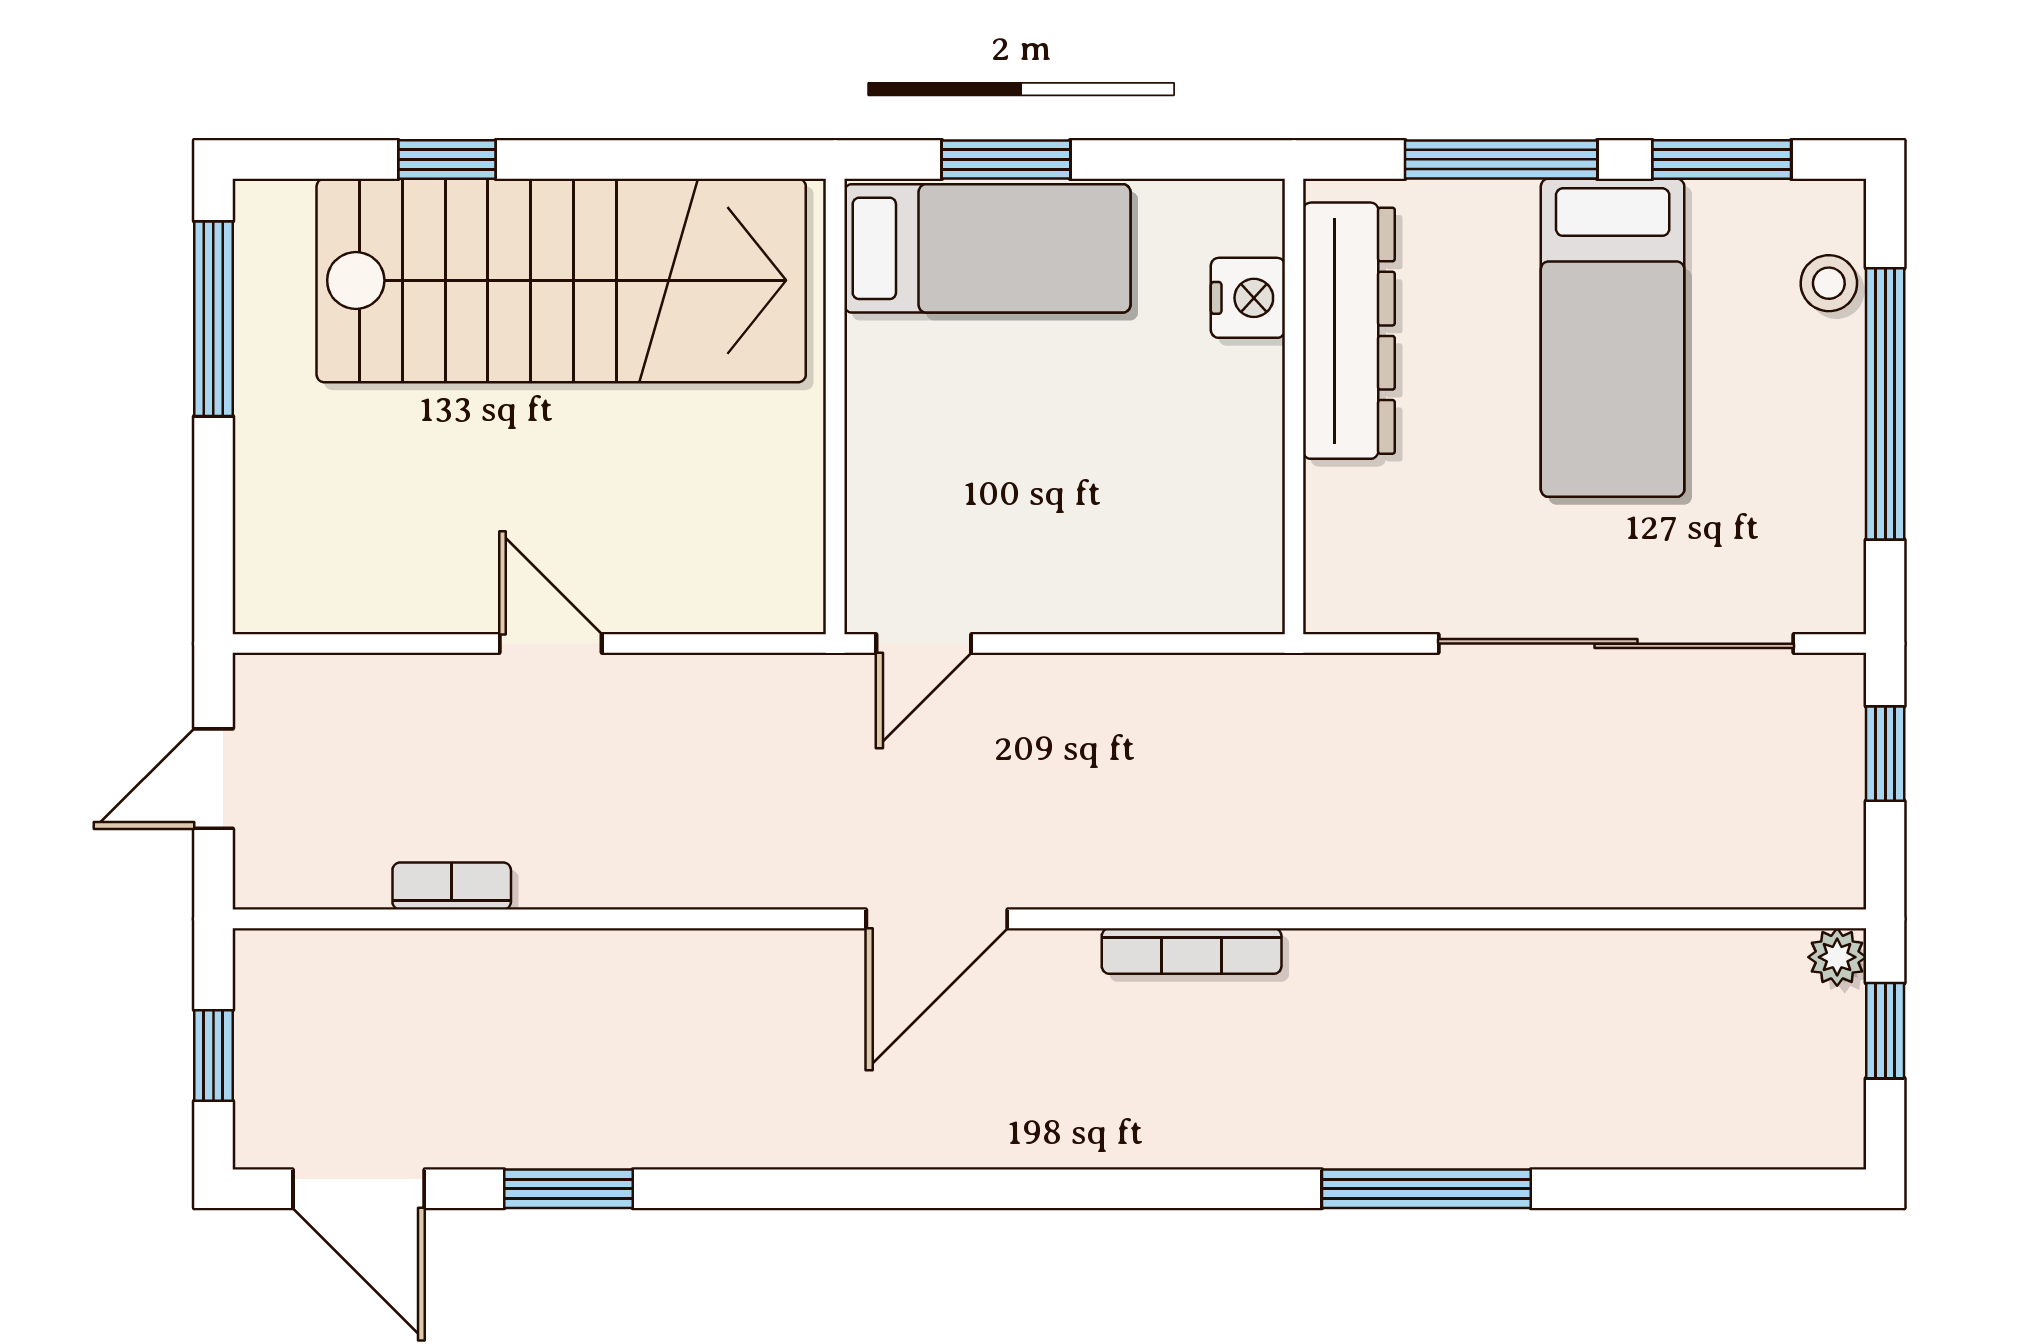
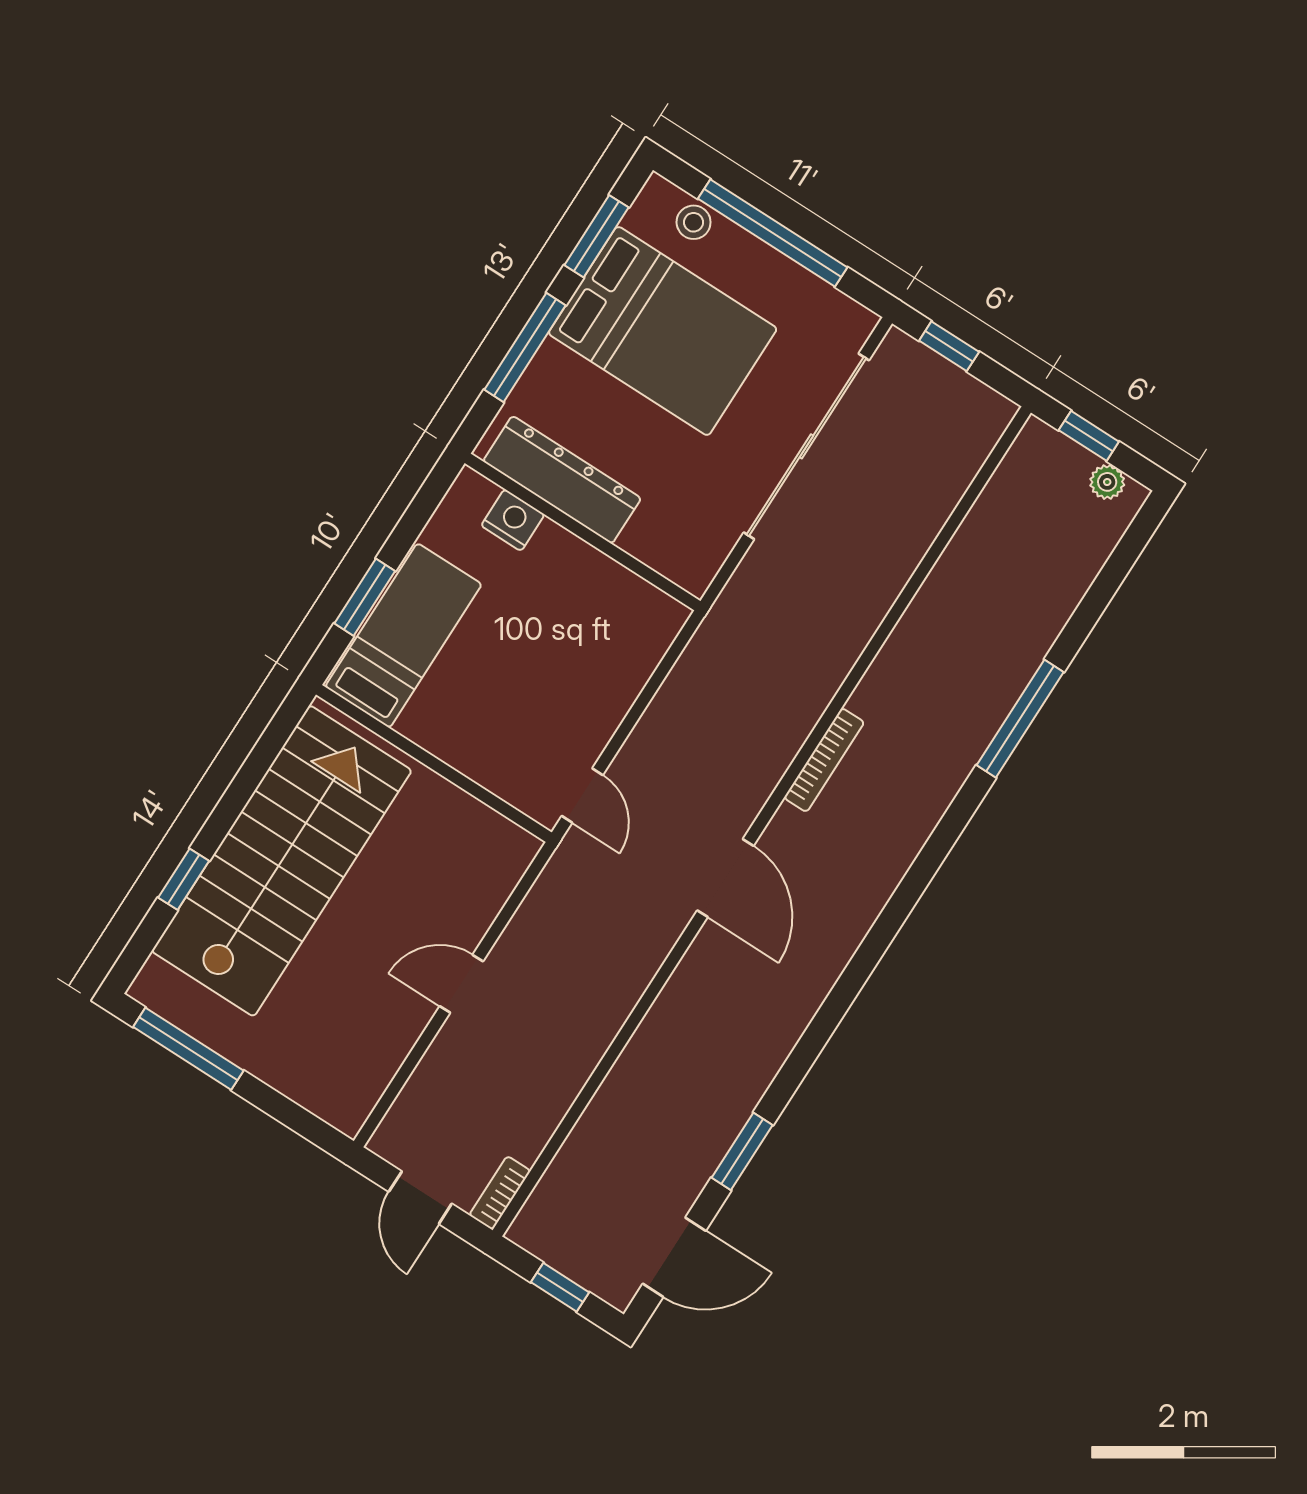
bed: (1613, 338) -> (663, 331), width x1.50
bookcase: (452, 886) -> (500, 1193), moved
plant: (1837, 957) -> (1107, 482), moved

